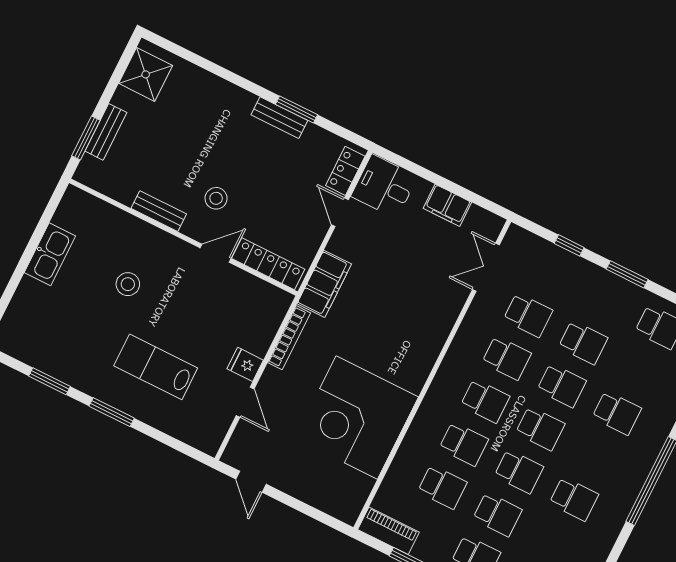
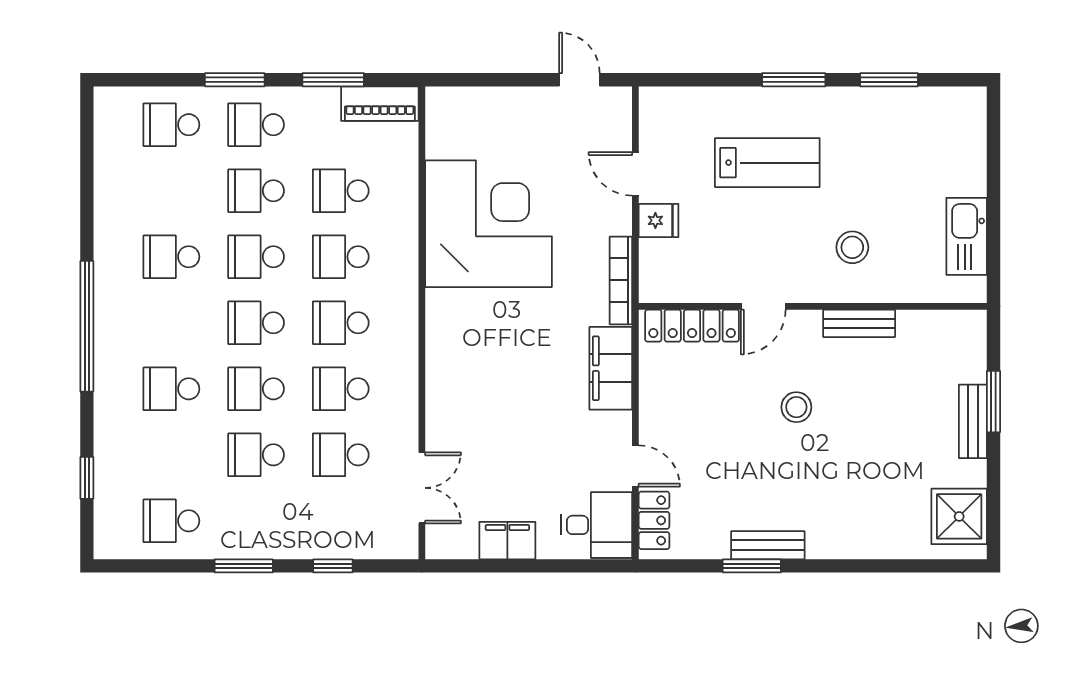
bench: (159, 211) -> (859, 323), moved
wall: (183, 237) -> (813, 306), moved
door: (216, 253) -> (763, 306), moved
locker: (268, 264) -> (692, 326), moved

